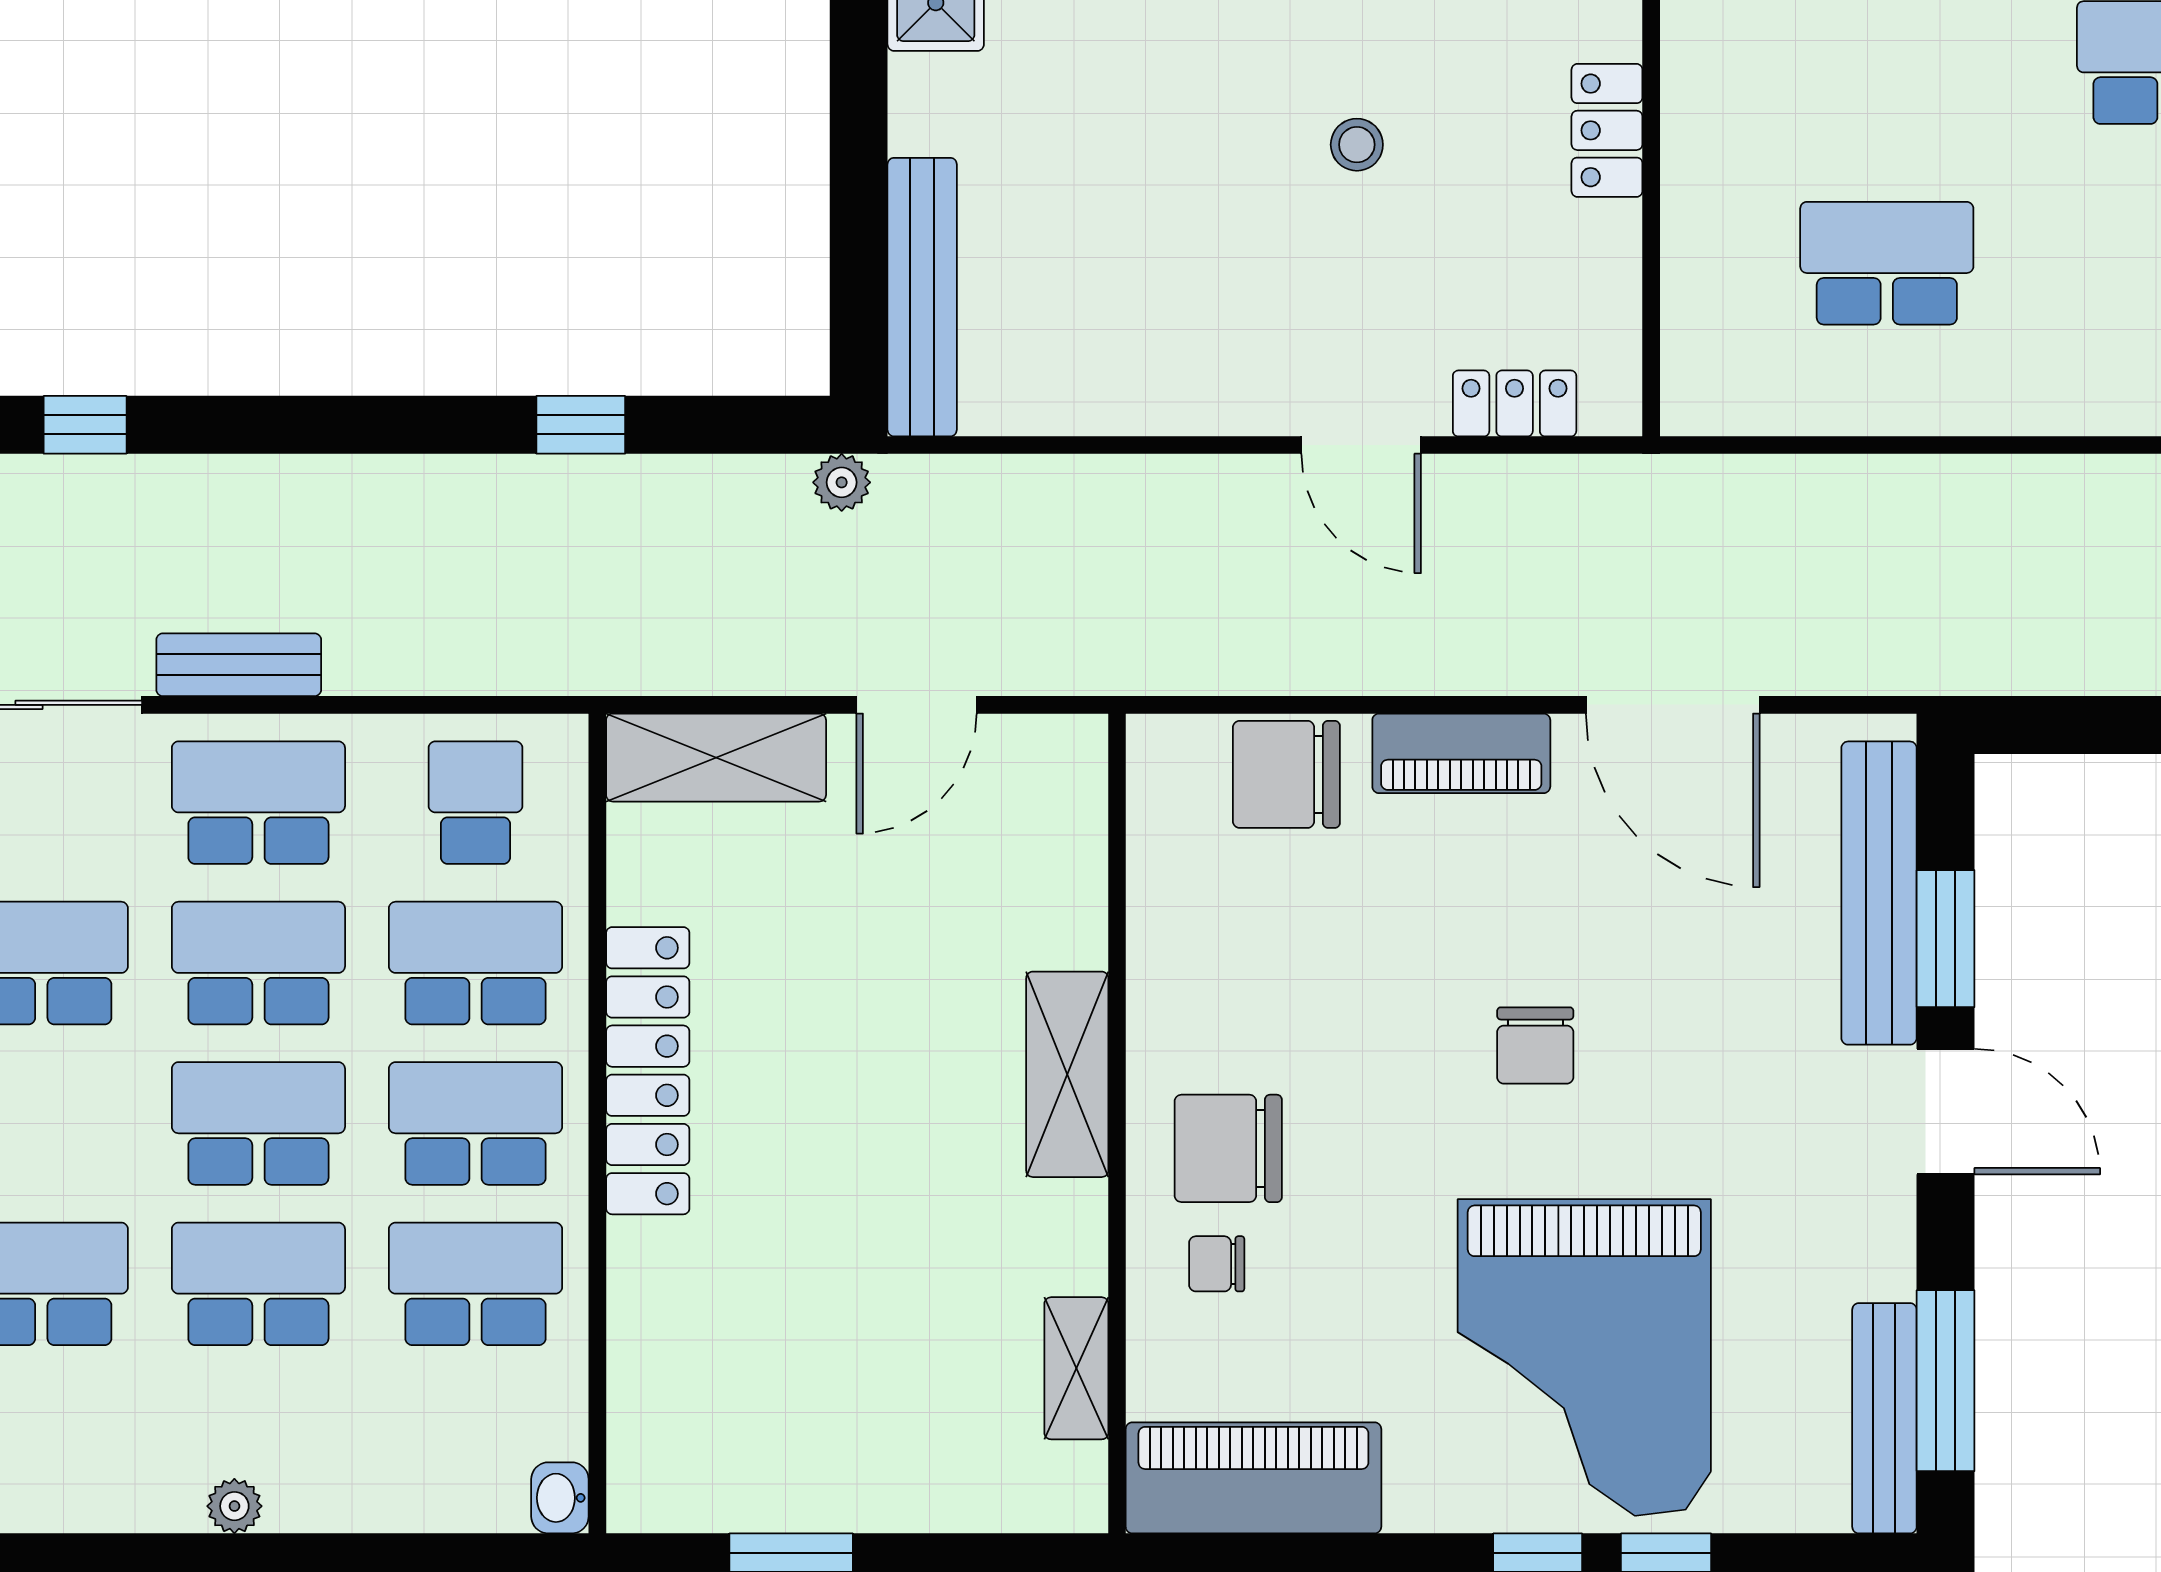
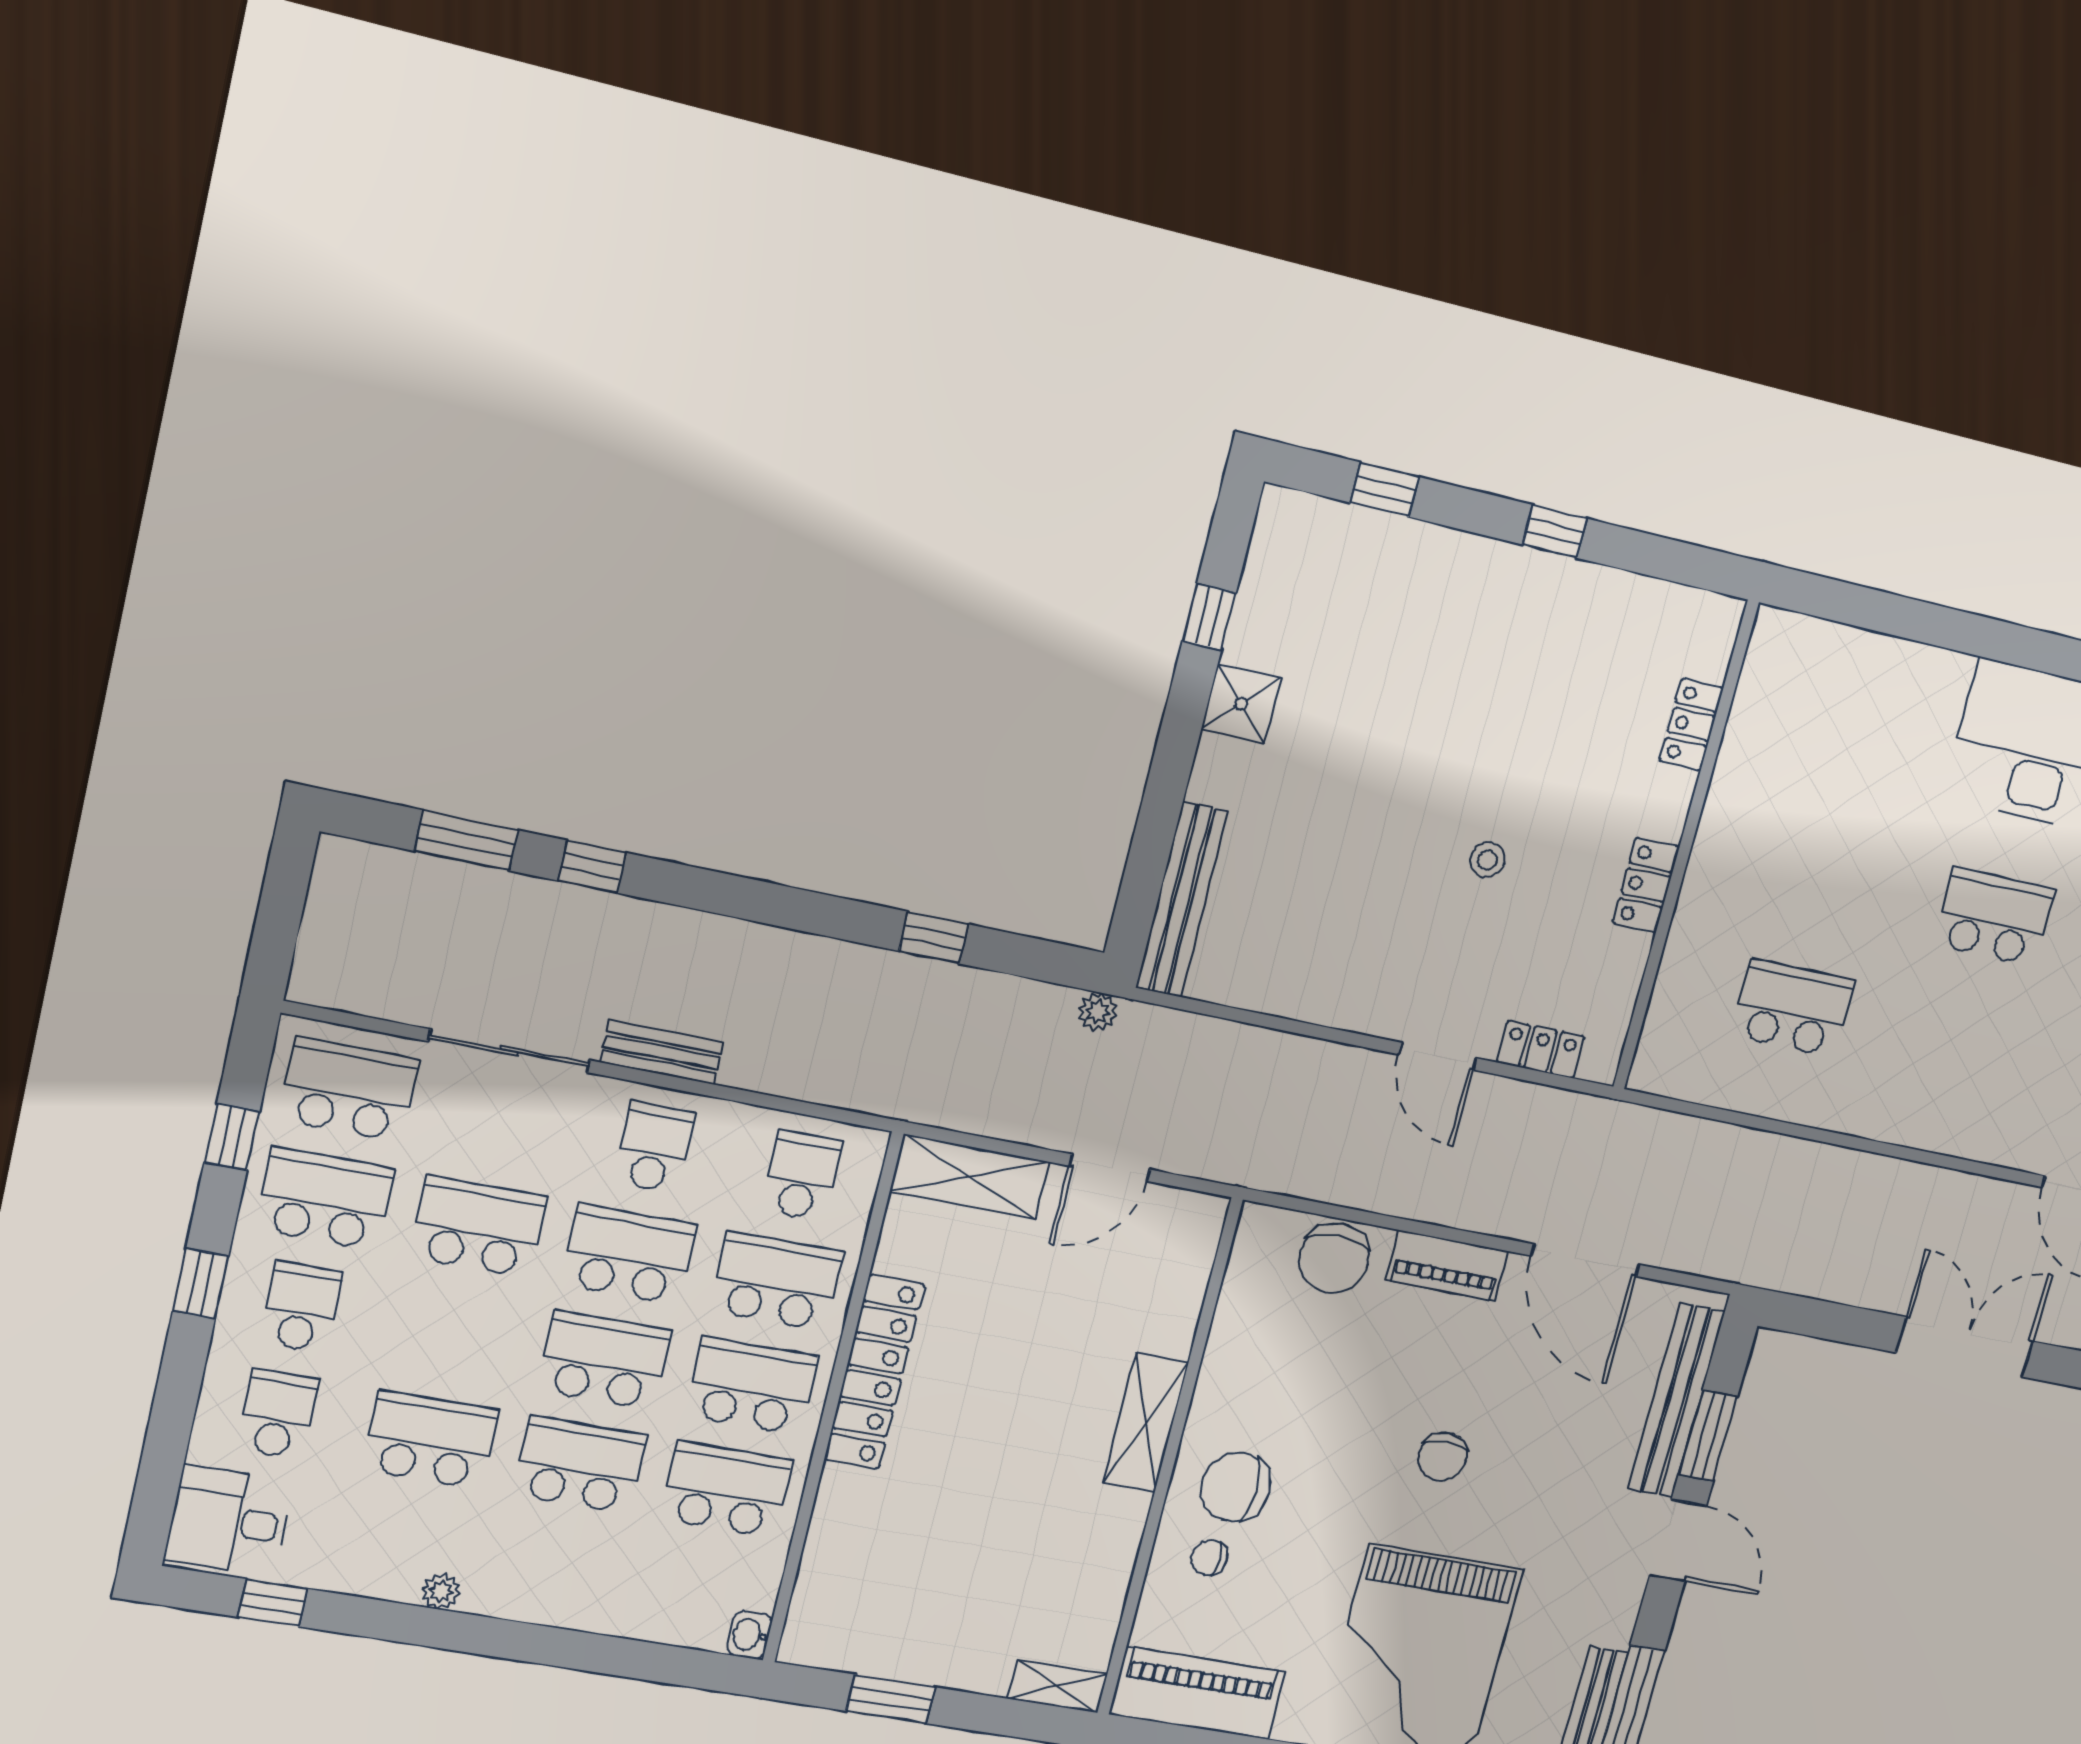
chair: (1286, 774) -> (1334, 1258), turned -90
school desk: (258, 803) -> (654, 1148), width x0.54
shelving: (1076, 1368) -> (1058, 1686), moved, turned 90
plant: (234, 1506) -> (441, 1591), moved

